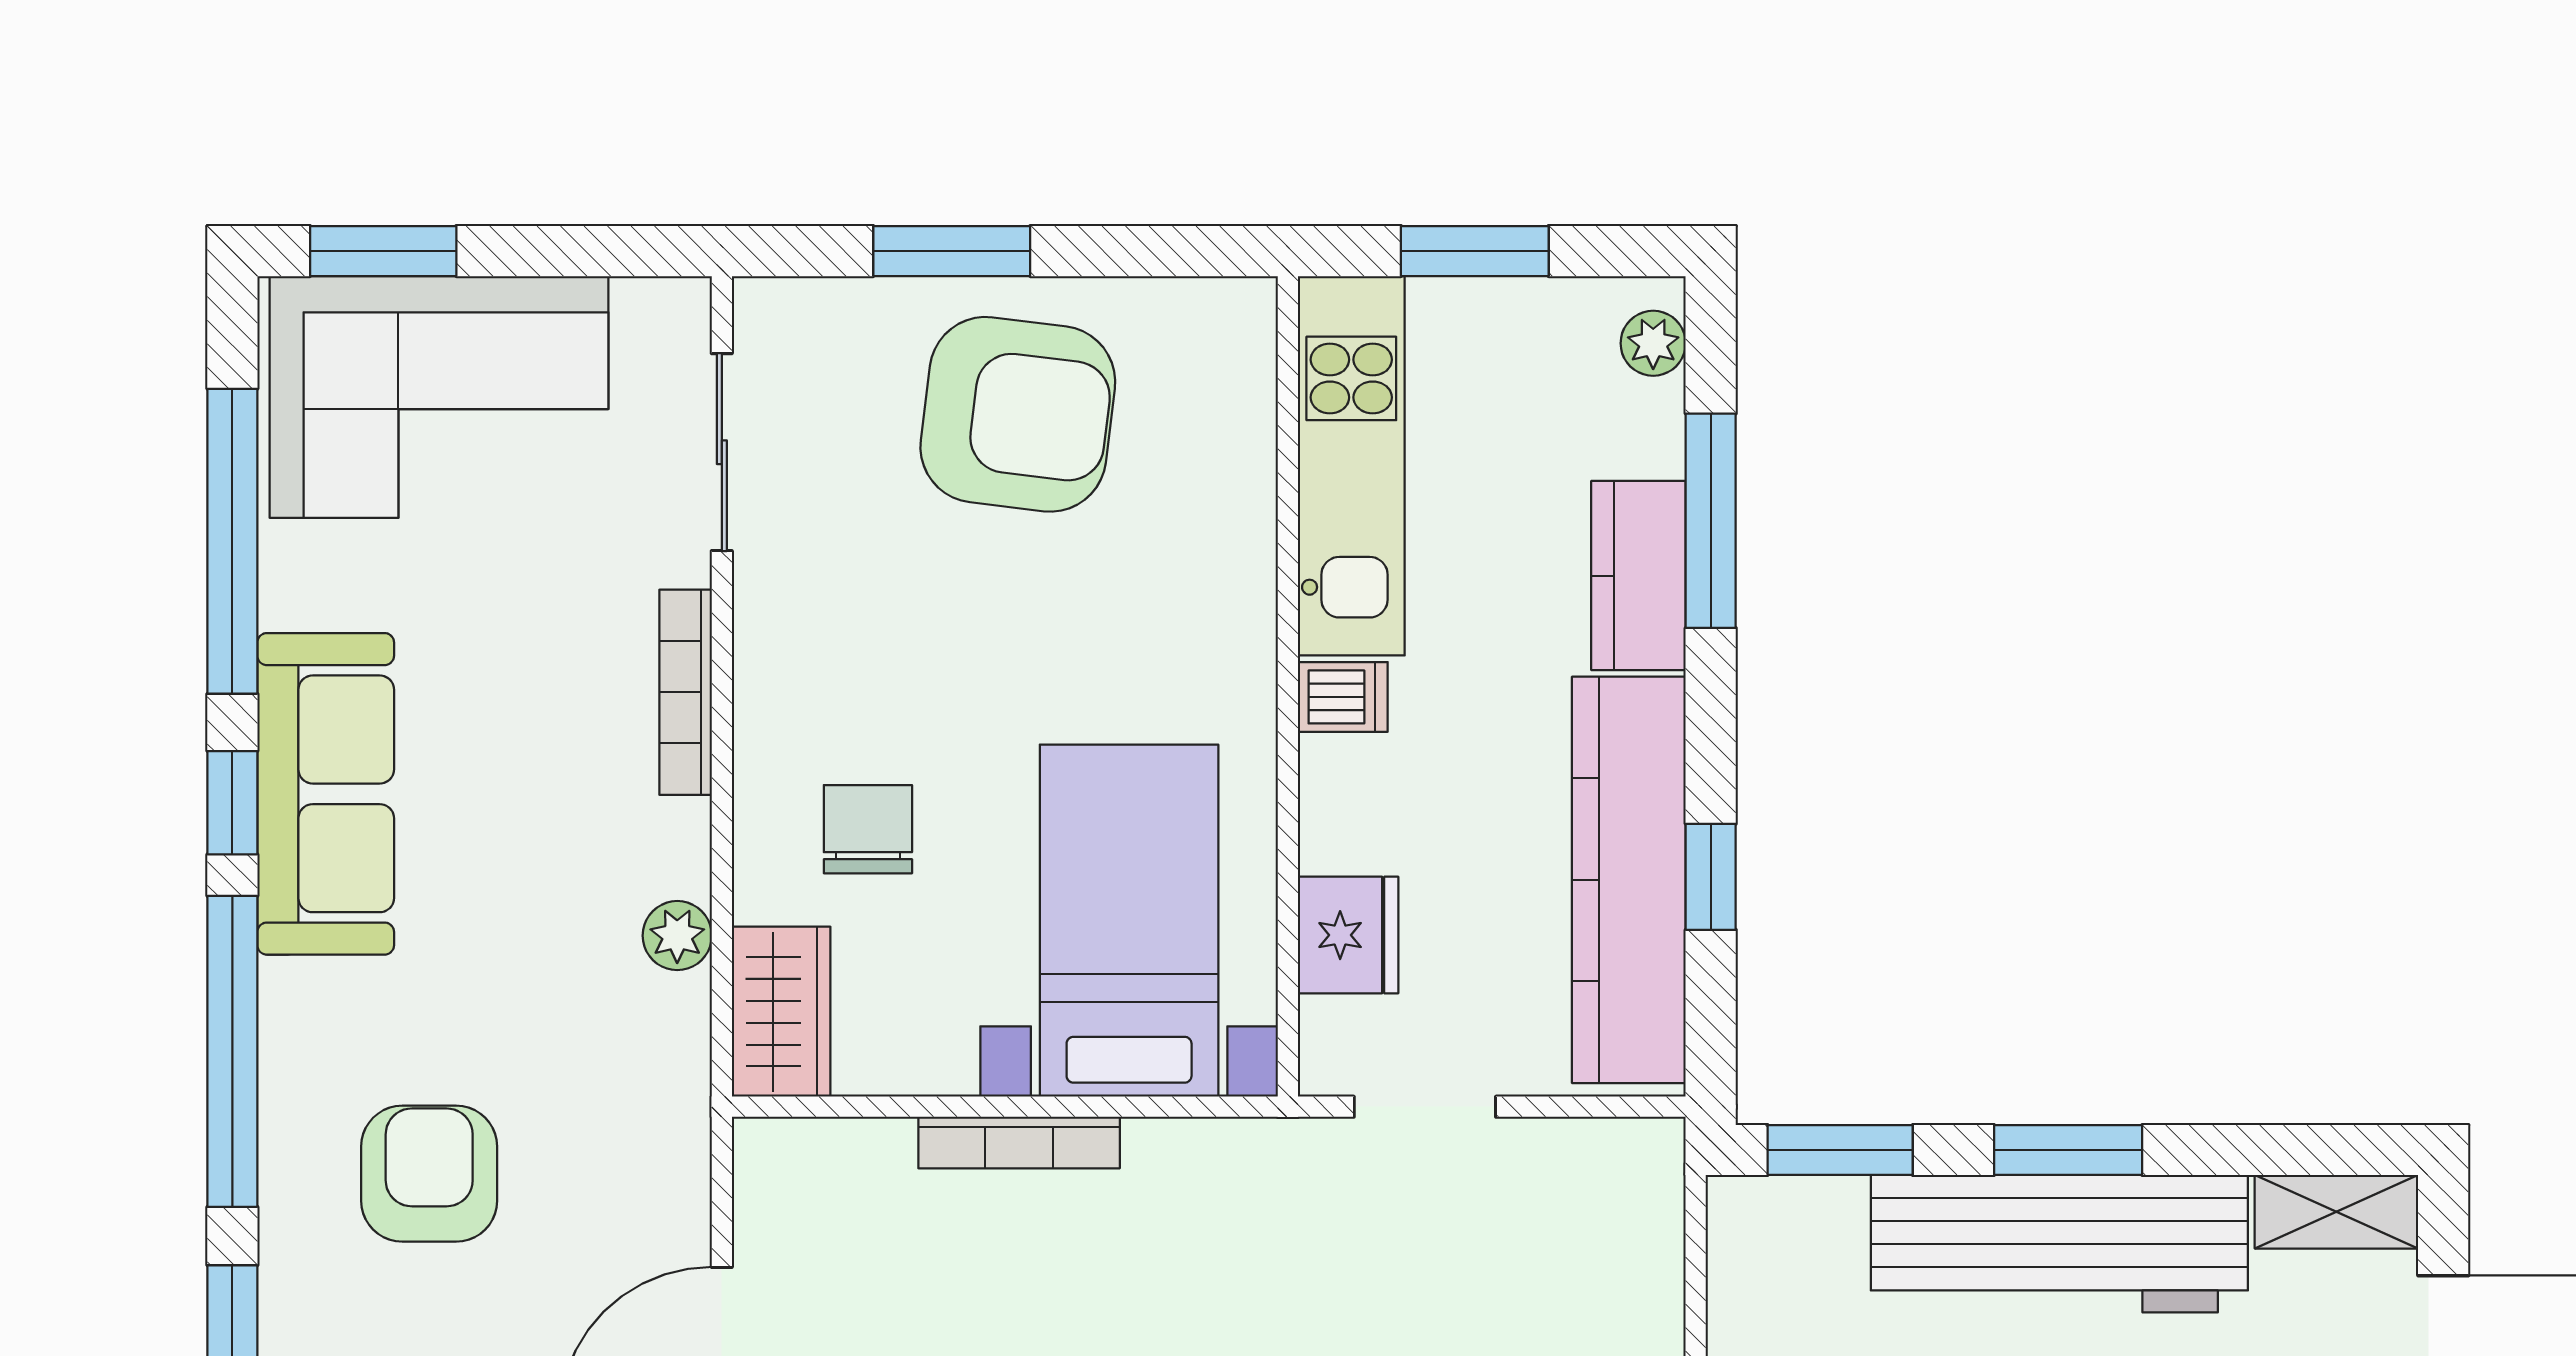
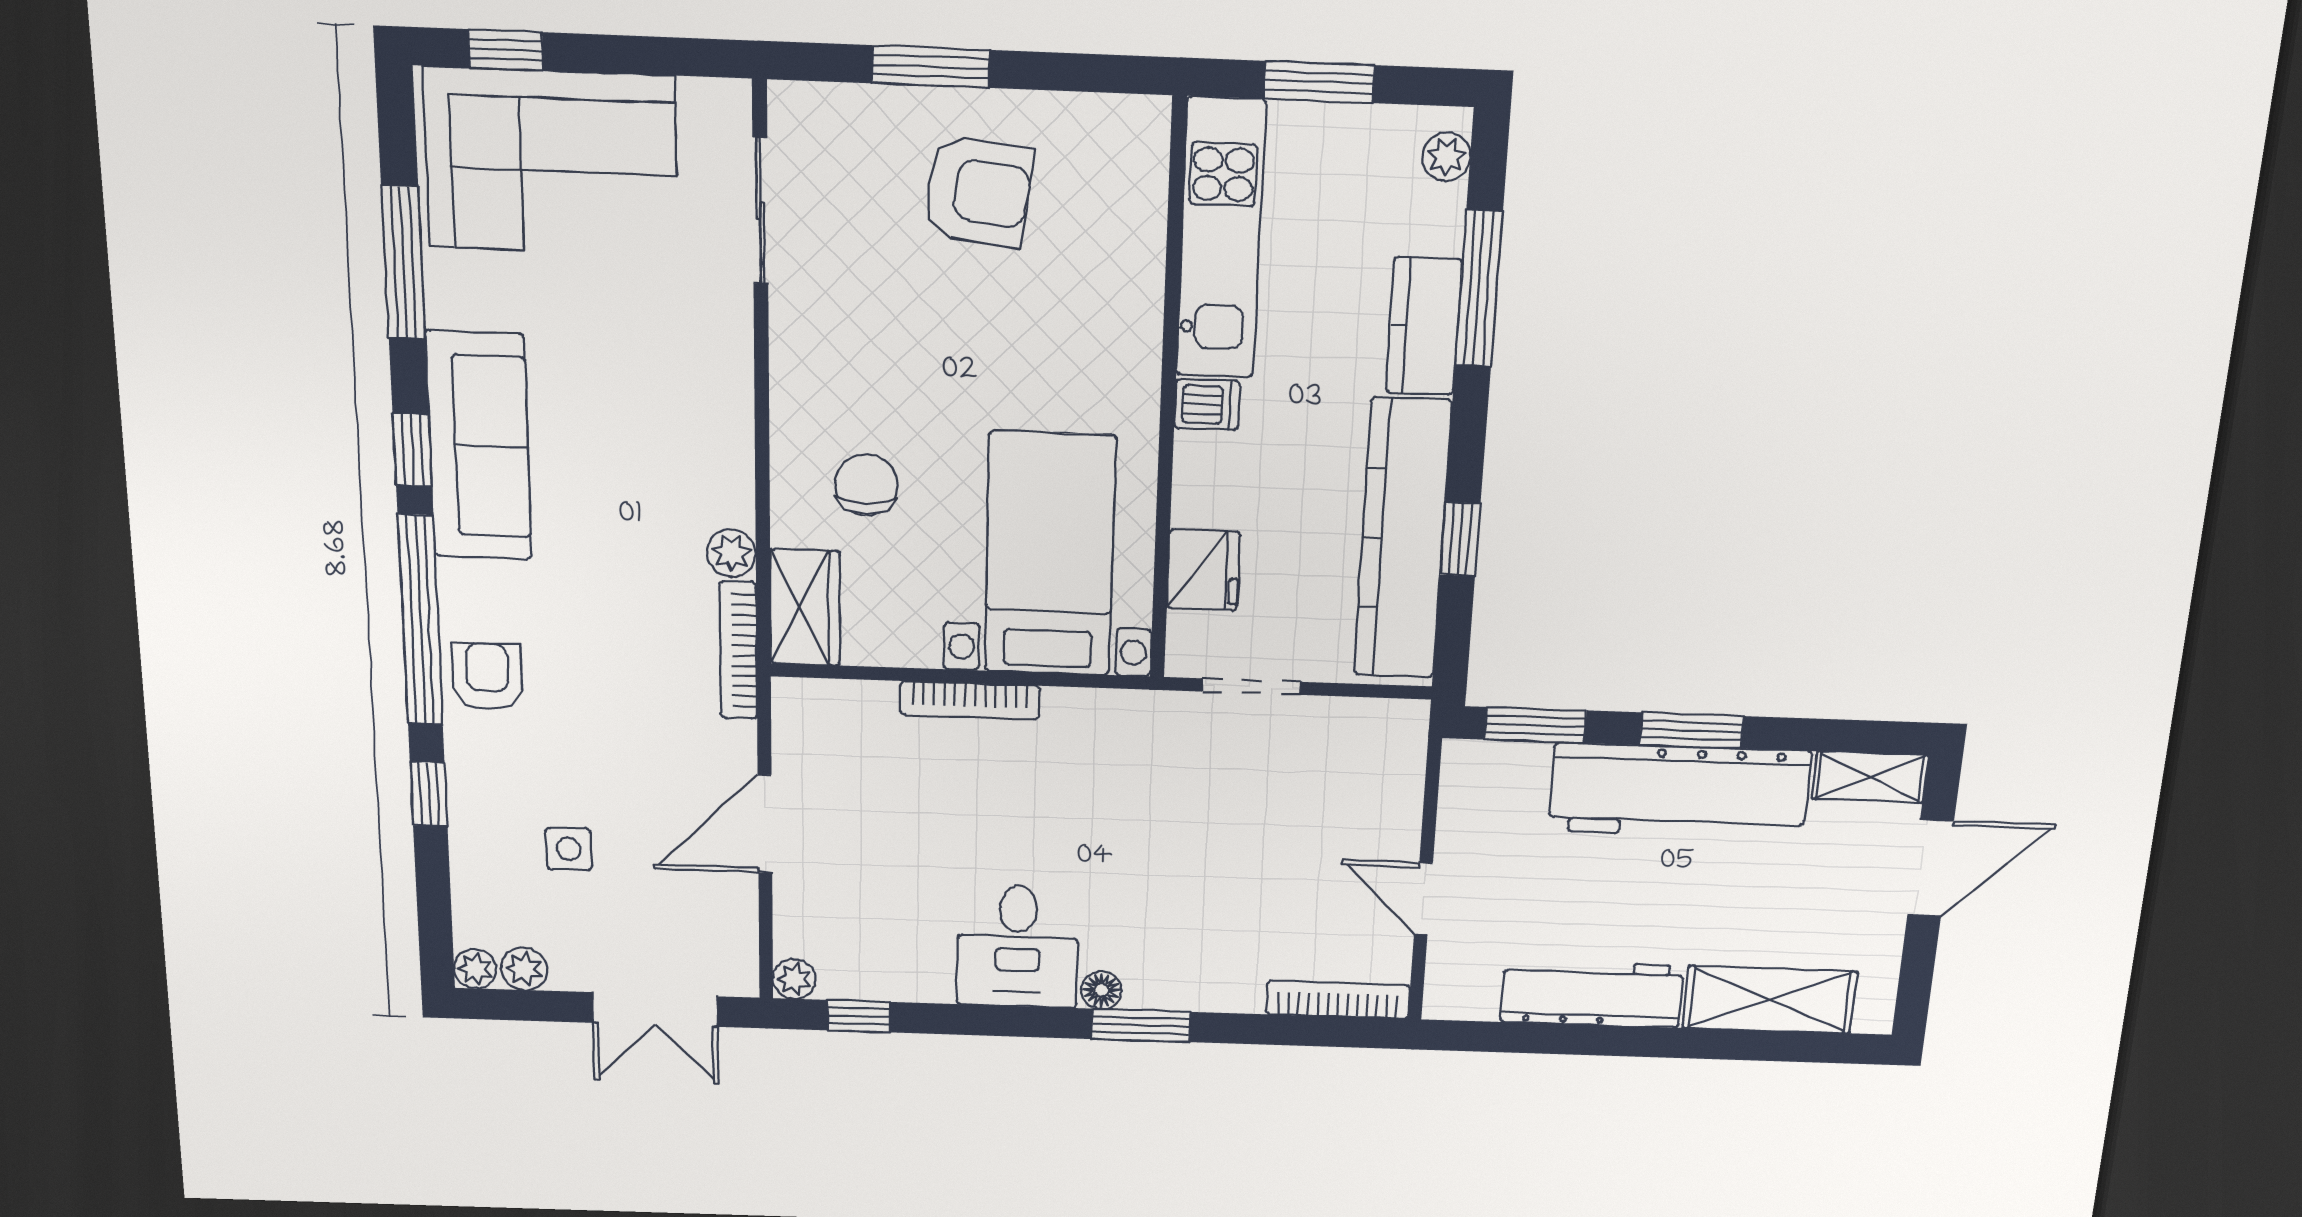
window: (383, 251) -> (506, 50), width x0.67
armchair: (1018, 414) -> (978, 191), width x0.73, depth x0.73
window: (232, 541) -> (403, 263), width x0.68
bookcase: (686, 692) -> (738, 650), moved
armchair: (429, 1174) -> (487, 677), moved, width x0.72, depth x0.72

